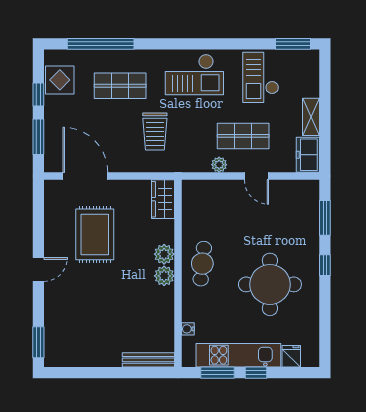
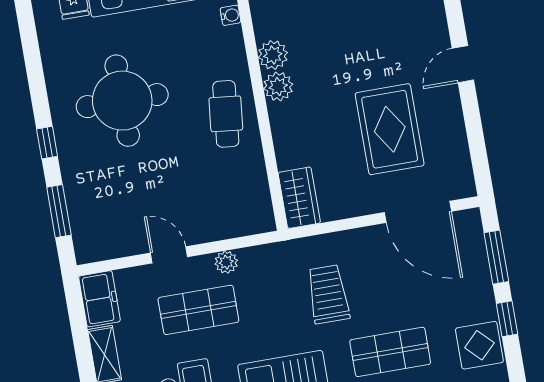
plant: (164, 254) -> (273, 55), moved

